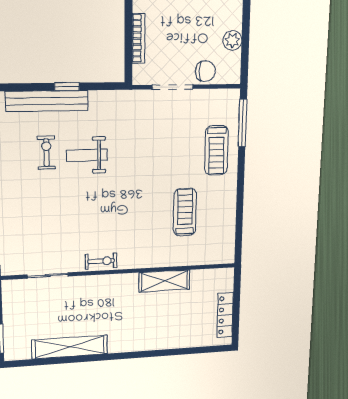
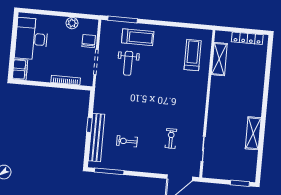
weight bench: (87, 155) -> (128, 63), moved
treadmill: (185, 212) -> (193, 55), moved, turned 90
exercise bike: (101, 261) -> (171, 138), moved
shelving: (164, 281) -> (219, 59), moved
shelving: (70, 347) -> (253, 133), width x0.68

